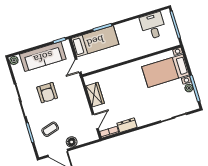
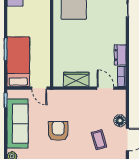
armchair: (47, 93) -> (58, 131), turned -90

